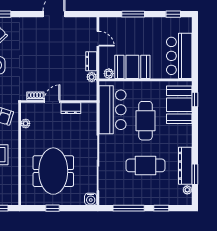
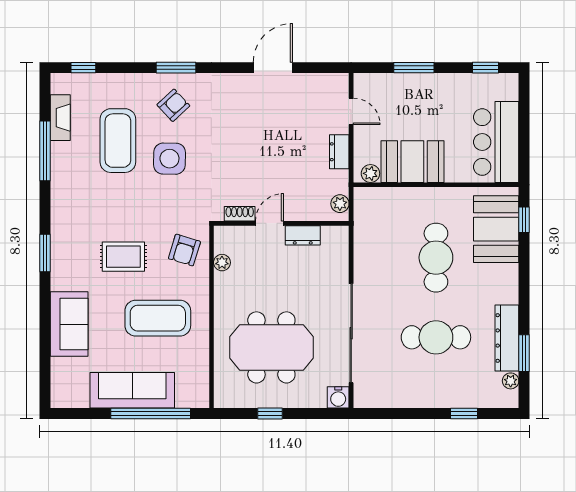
plant: (92, 77) -> (340, 204), moved
bar counter: (113, 110) -> (377, 238), removed
meeting table: (53, 171) -> (271, 347), turned 90
window: (129, 208) -> (406, 413), removed

